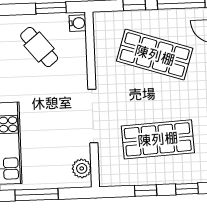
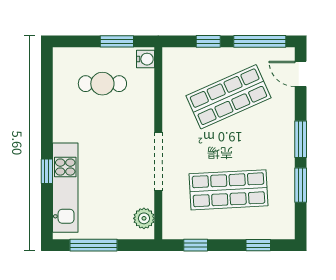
cafe table: (39, 47) -> (102, 84), turned -51
shop shelf: (155, 55) -> (228, 97), turned -42
window: (146, 190) -> (196, 245), moved

